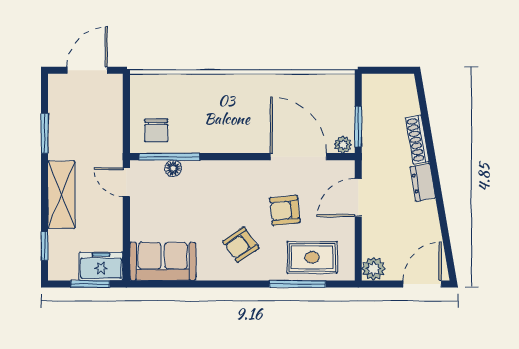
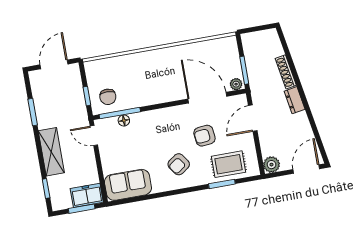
window: (126, 124) -> (87, 96), added
window: (298, 284) -> (222, 184), width x0.69

